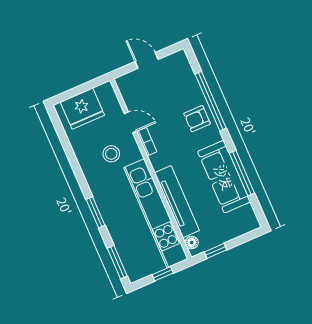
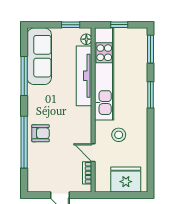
bookcase: (147, 142) -> (87, 173), moved
sofa: (224, 177) -> (39, 56), moved

